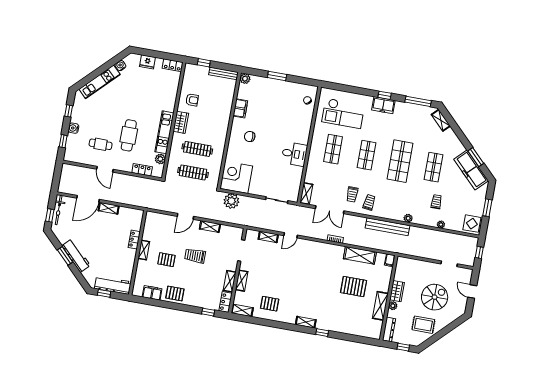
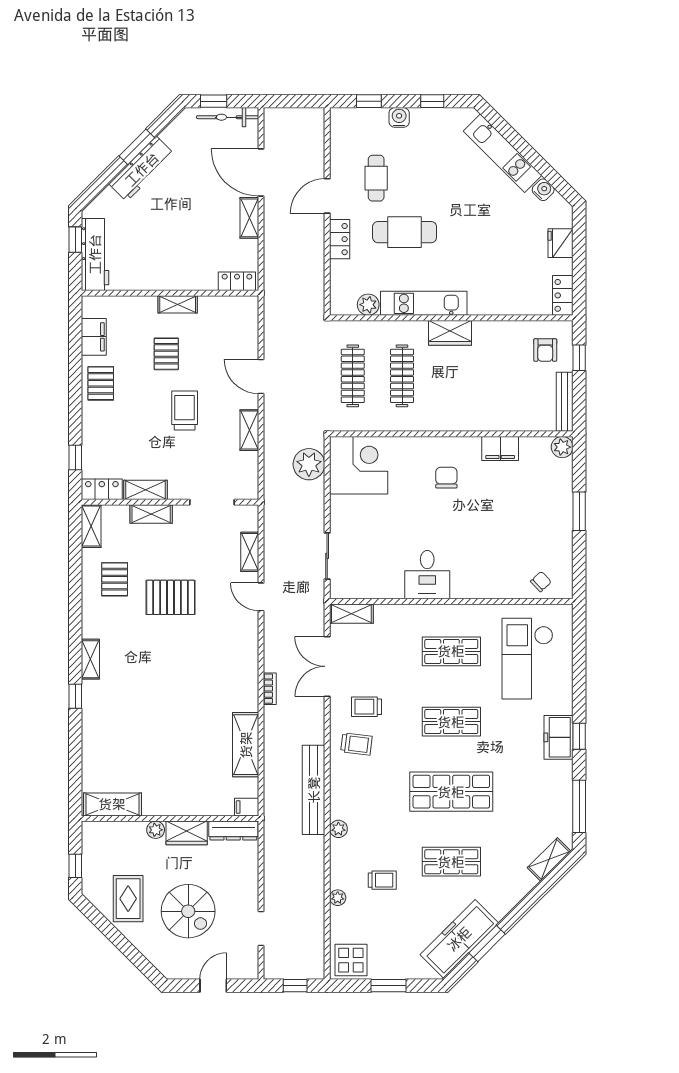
armchair: (192, 100) -> (545, 350), moved
locker: (142, 170) -> (340, 239), moved
locker: (134, 240) -> (237, 281), moved
pallet: (354, 287) -> (171, 597), moved, turned 90
shelving: (380, 306) -> (112, 804), moved
dresser: (389, 329) -> (233, 831), moved

